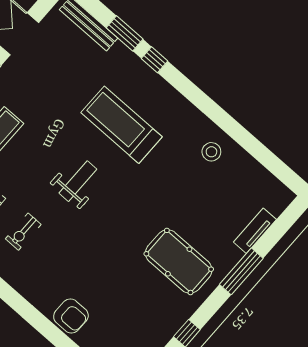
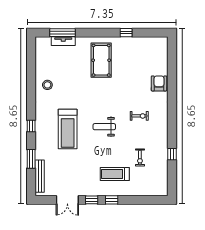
window: (155, 60) -> (31, 126), moved
exercise bike: (23, 232) -> (139, 116), moved
window: (241, 271) -> (63, 33), moved

